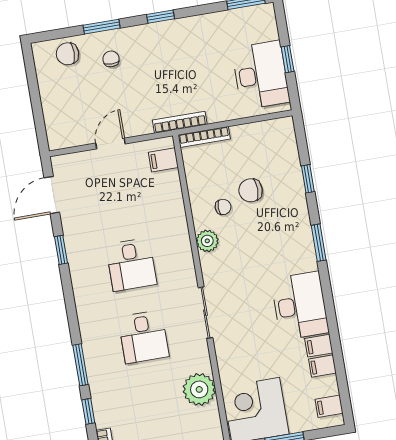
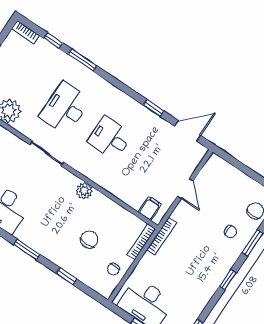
door: (52, 195) -> (188, 131), hinge flipped
chair: (223, 207) -> (113, 269), moved
desk: (144, 337) -> (65, 108), width x1.37

